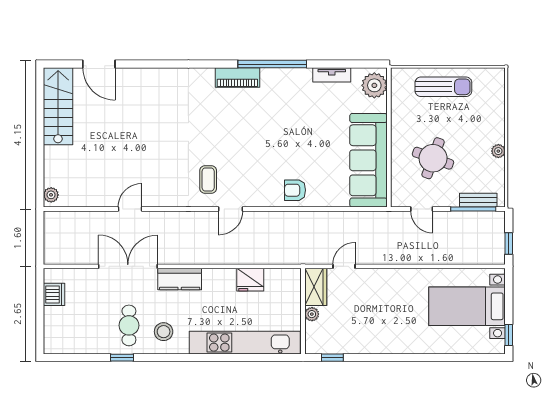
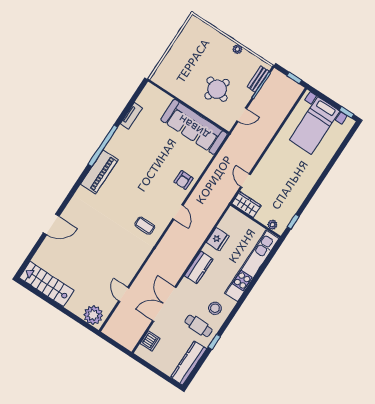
door: (99, 64) -> (51, 224), moved
piano: (237, 78) -> (99, 172), width x1.37, depth x1.33
plant: (374, 85) -> (153, 95), removed
sun lounger: (443, 87) -> (180, 56), removed
plant: (51, 195) -> (93, 315), width x1.87, depth x1.87
door: (130, 209) -> (124, 295), moved
door: (231, 209) -> (178, 212), moved
kitchen counter: (180, 279) -> (199, 267), moved
dishwasher: (54, 294) -> (150, 341), moved, turned 90
plant: (312, 314) -> (272, 225), moved
kitchen counter: (76, 343) -> (189, 363), added

